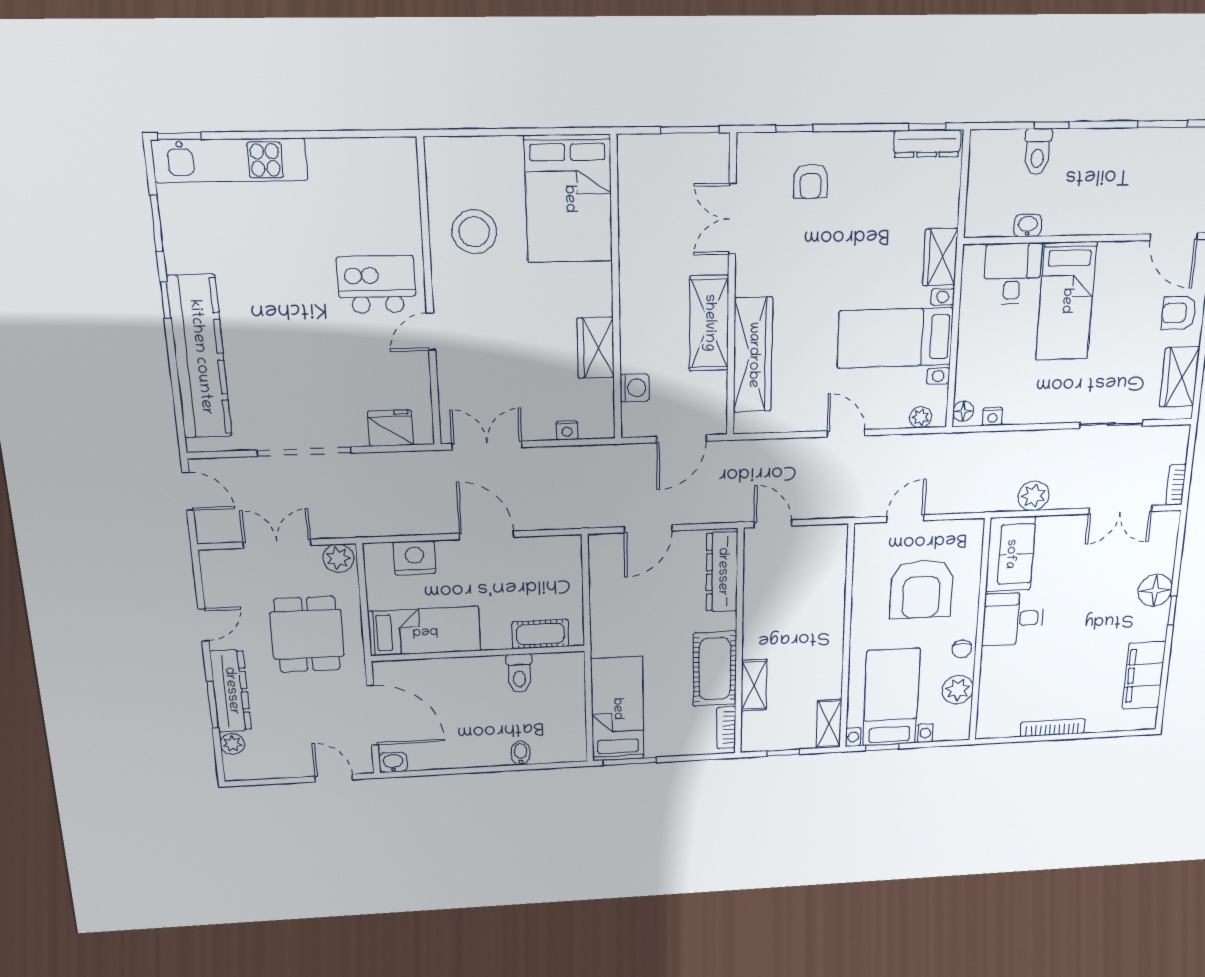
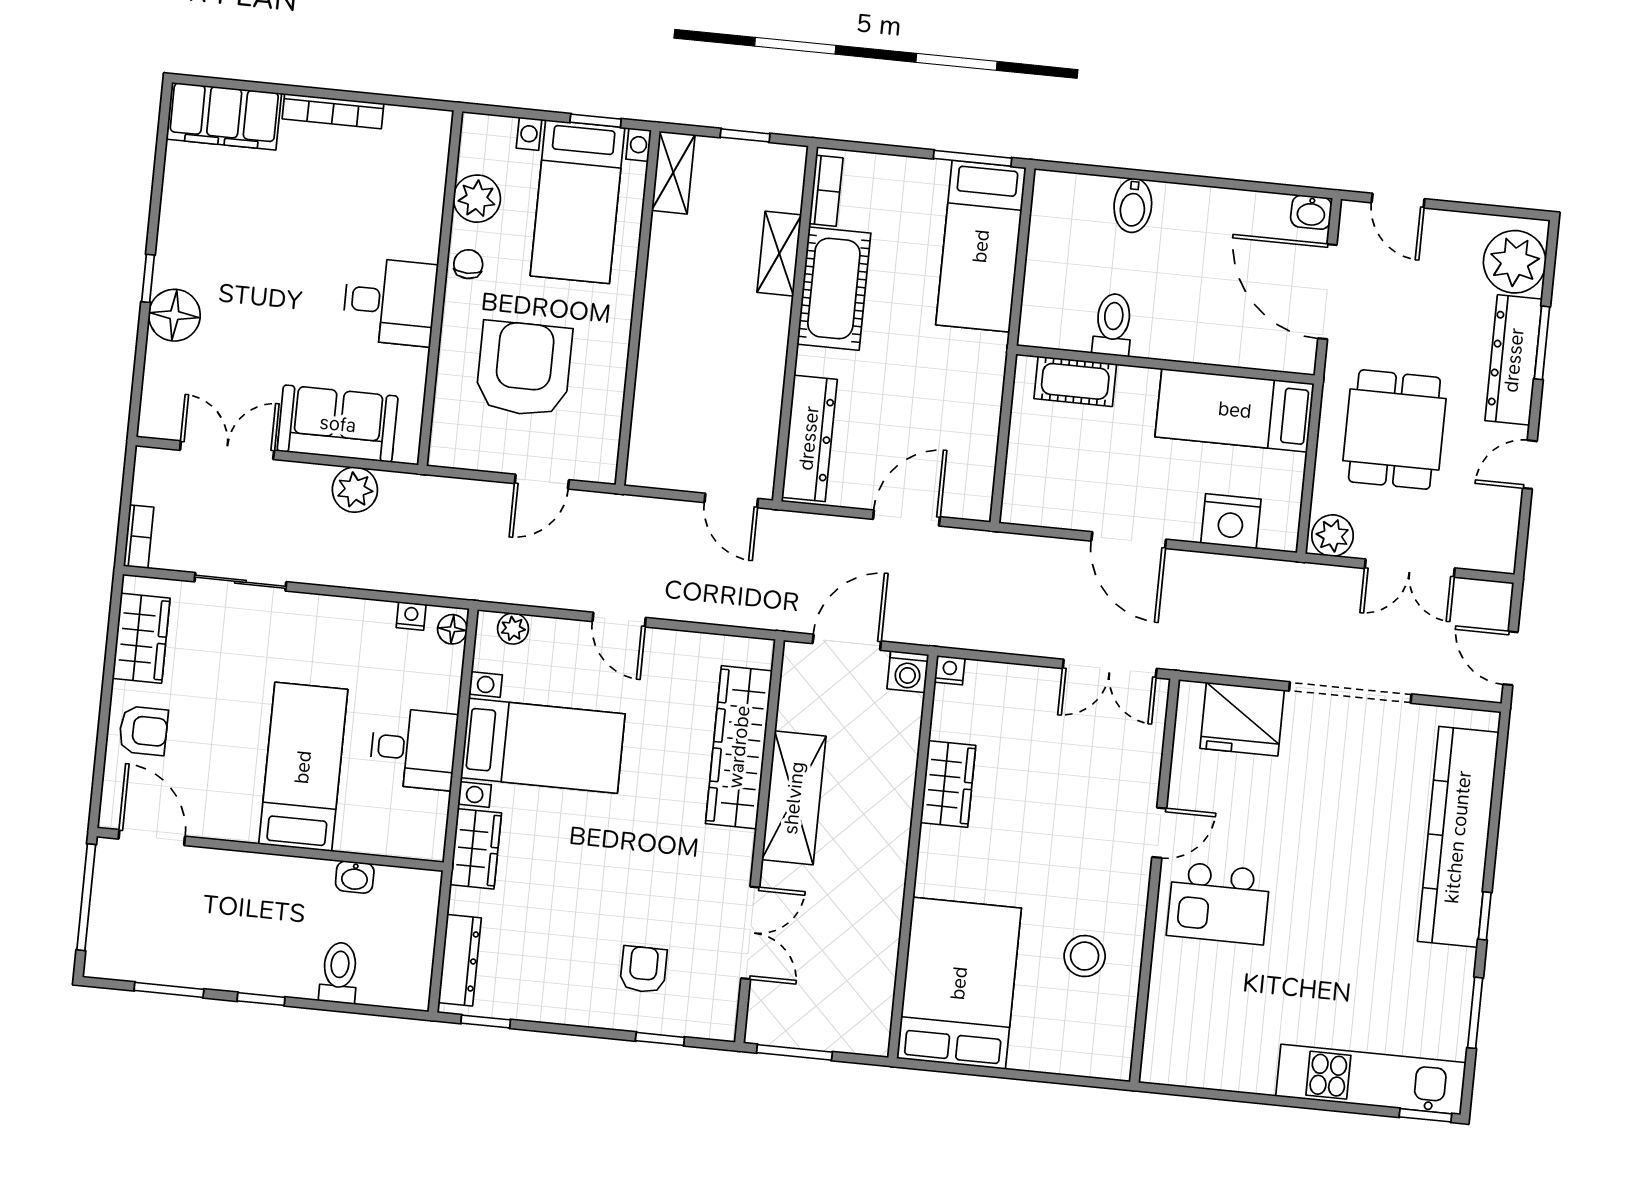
window: (1052, 125) -> (261, 999), moved
dresser: (927, 144) -> (460, 960), moved, turned 90
stool: (474, 232) -> (1085, 956), width x0.73, depth x0.73
desk: (1012, 274) -> (413, 749), moved, turned -90
washing machine: (634, 388) -> (908, 672), moved, turned -90
fridge: (390, 428) -> (1242, 719), width x1.36, depth x1.34
nightstand: (567, 430) -> (950, 670), moved
bookcase: (1176, 485) -> (139, 537), moved
sofa: (1010, 554) -> (338, 424), moved, turned 90
filing cabinet: (1144, 675) -> (224, 116), moved, turned 90
plant: (232, 744) -> (1515, 262), width x1.88, depth x1.88
bidet: (521, 753) -> (1133, 205), width x1.38, depth x1.36

